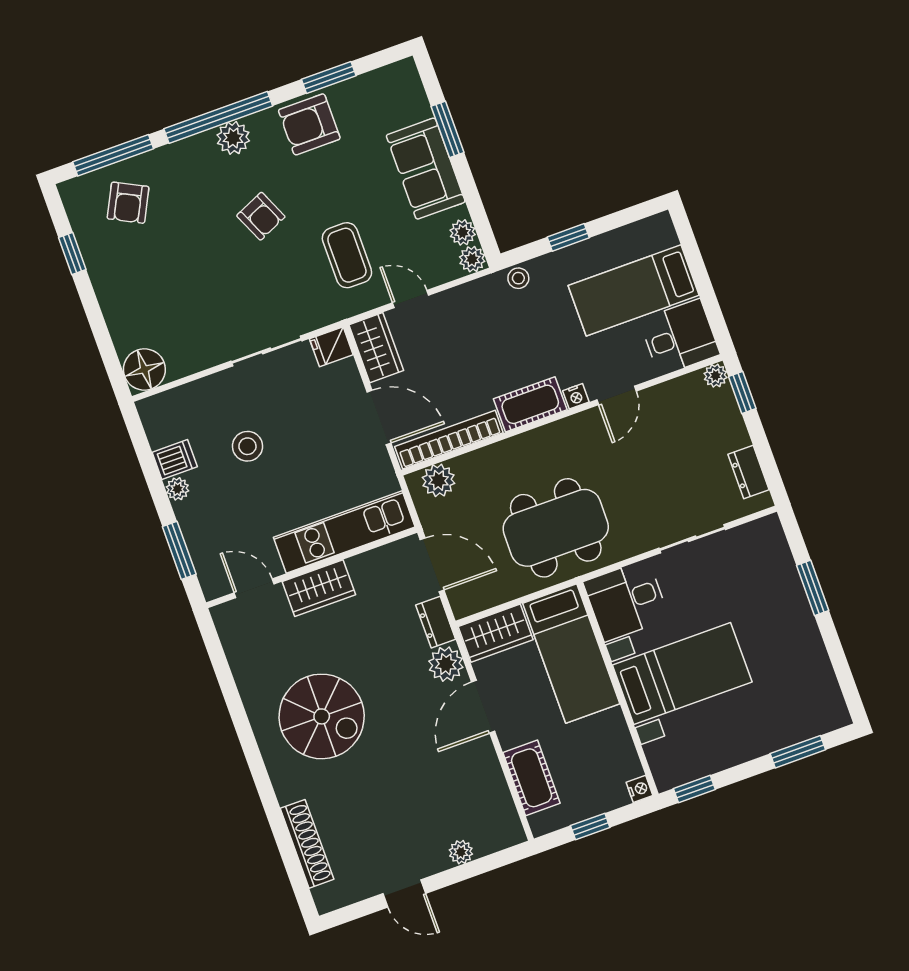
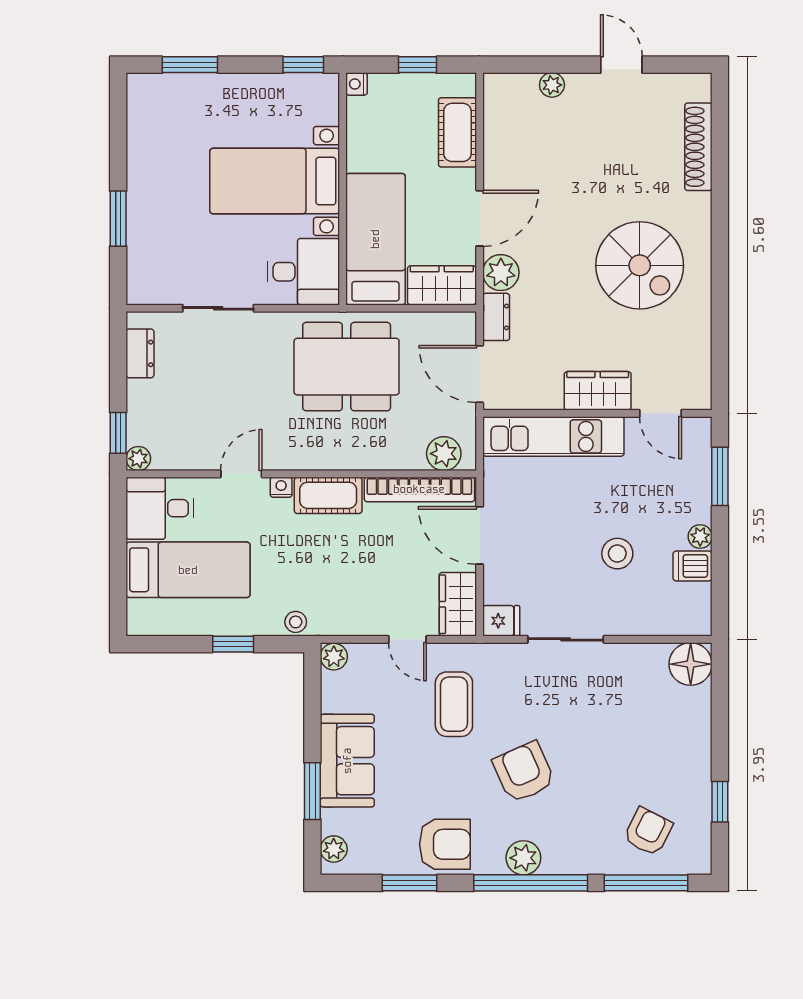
armchair: (261, 216) -> (524, 772), width x1.38, depth x1.38
plant: (463, 232) -> (334, 849), moved
spiral stairs: (322, 716) -> (640, 265), turned 180

